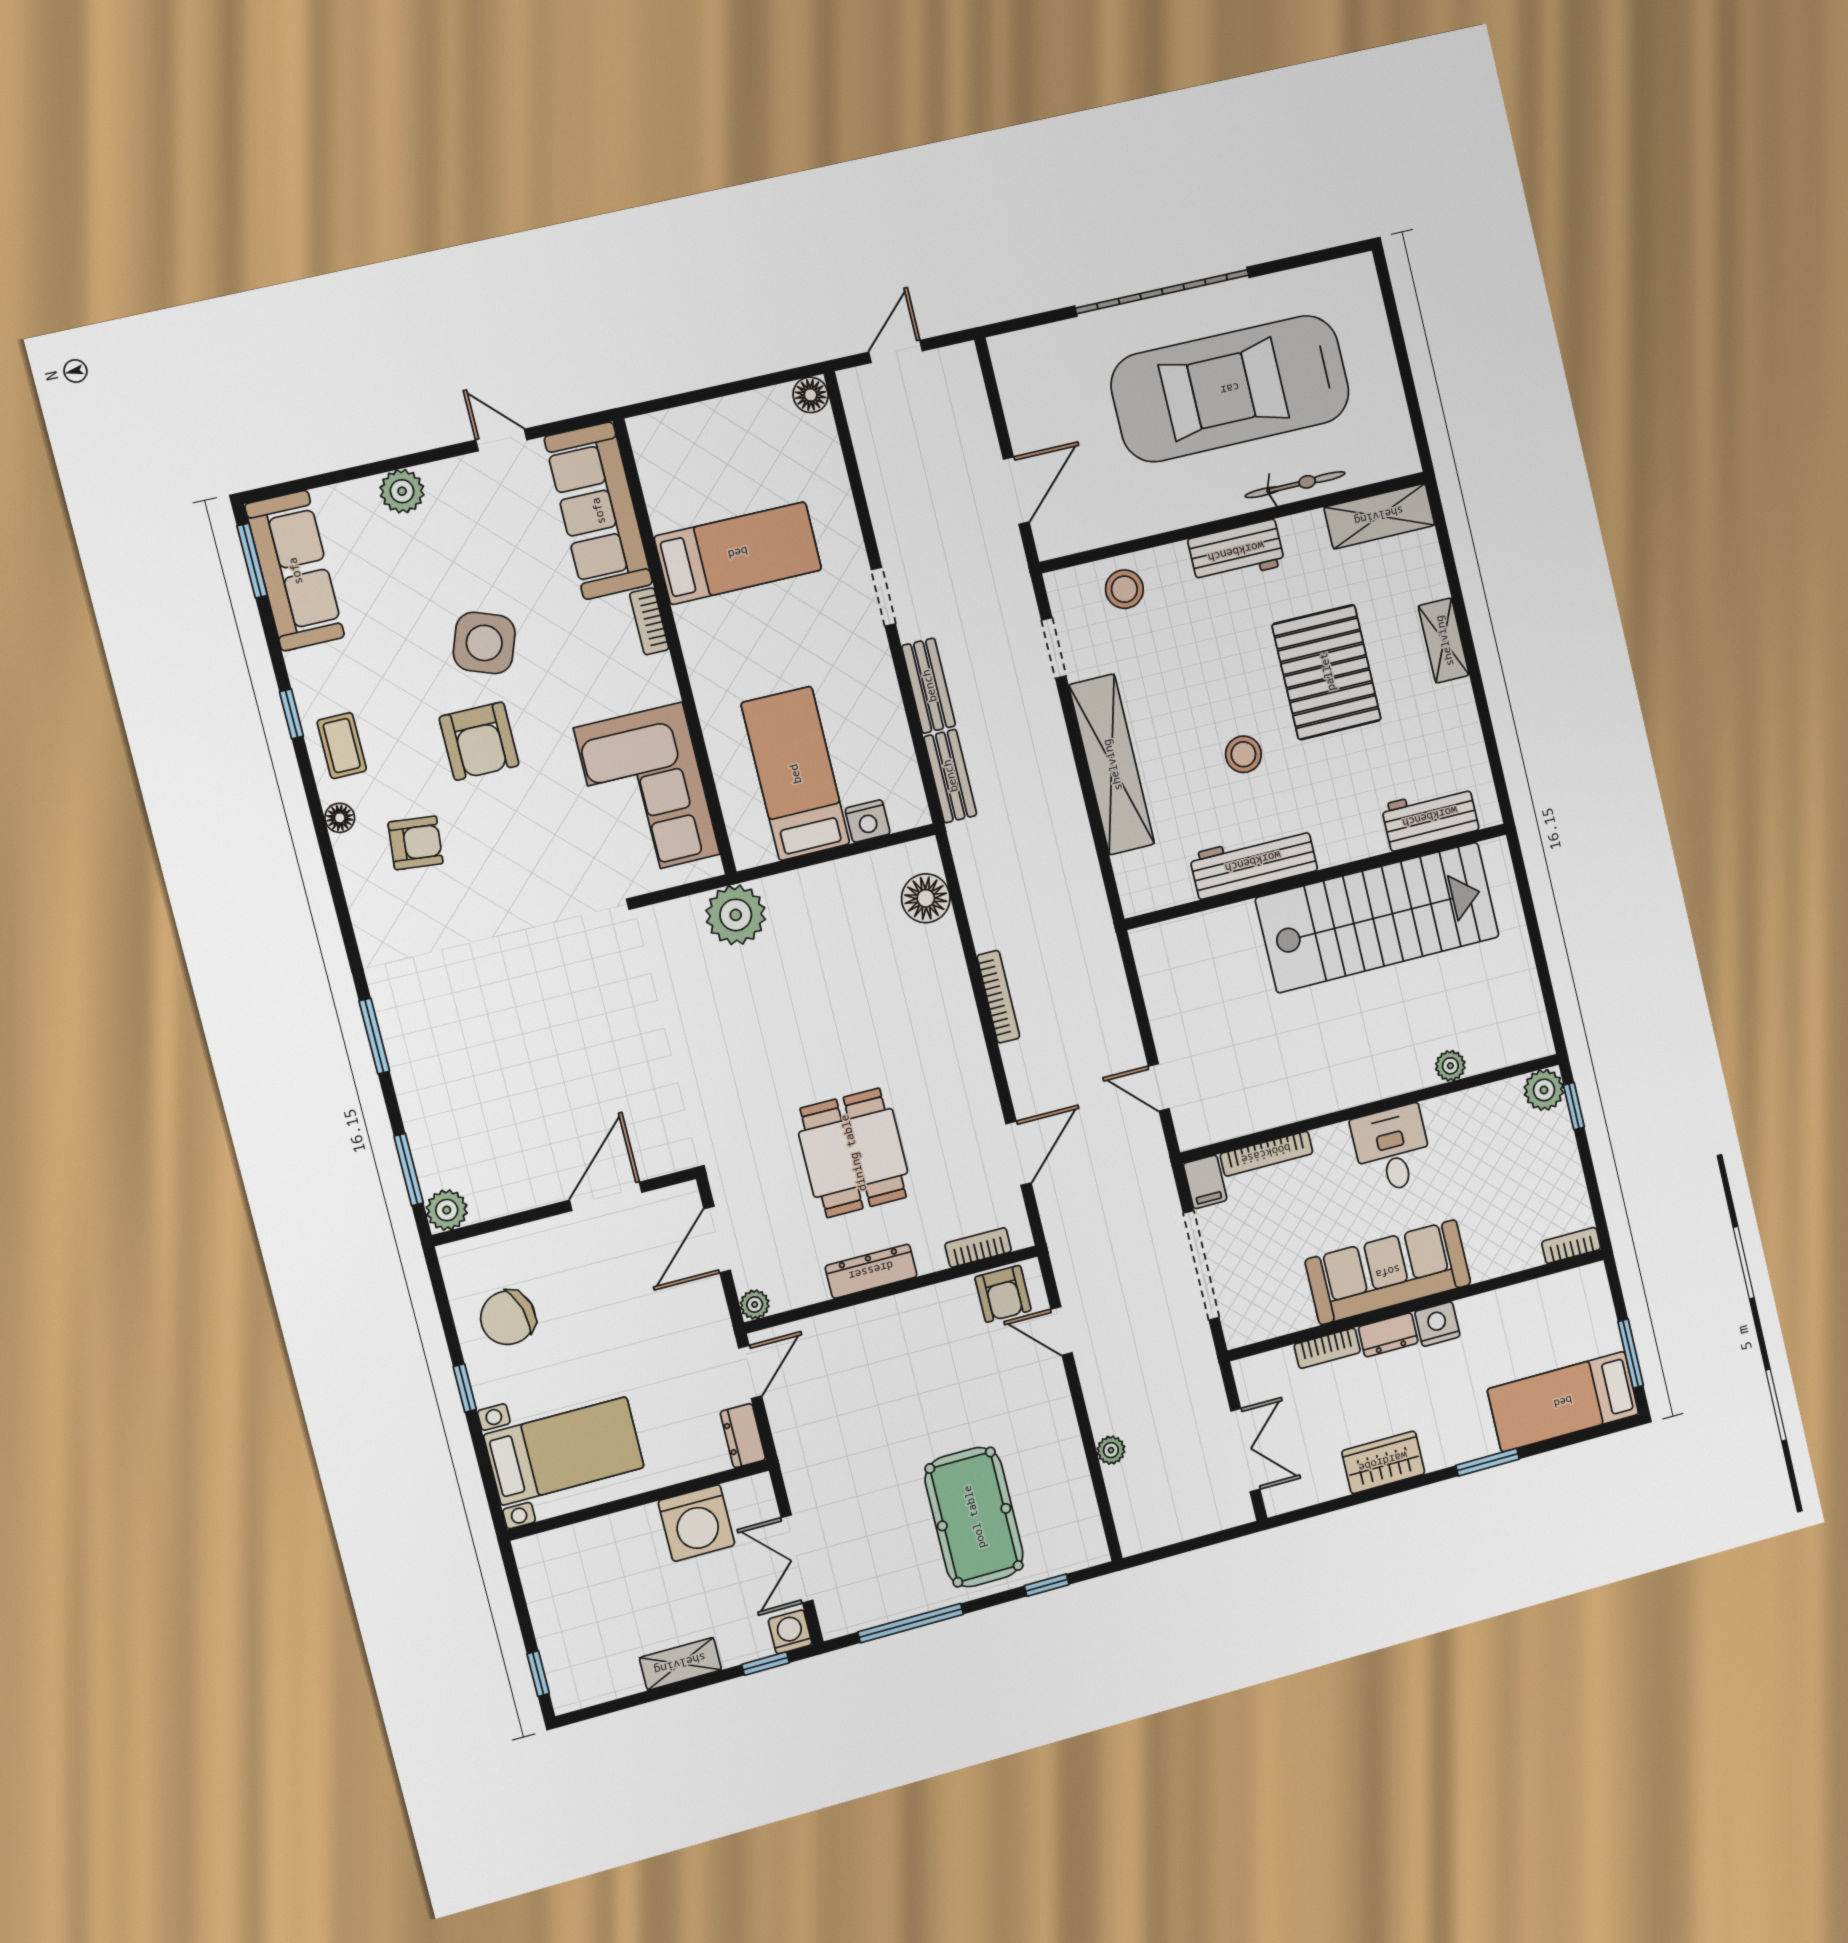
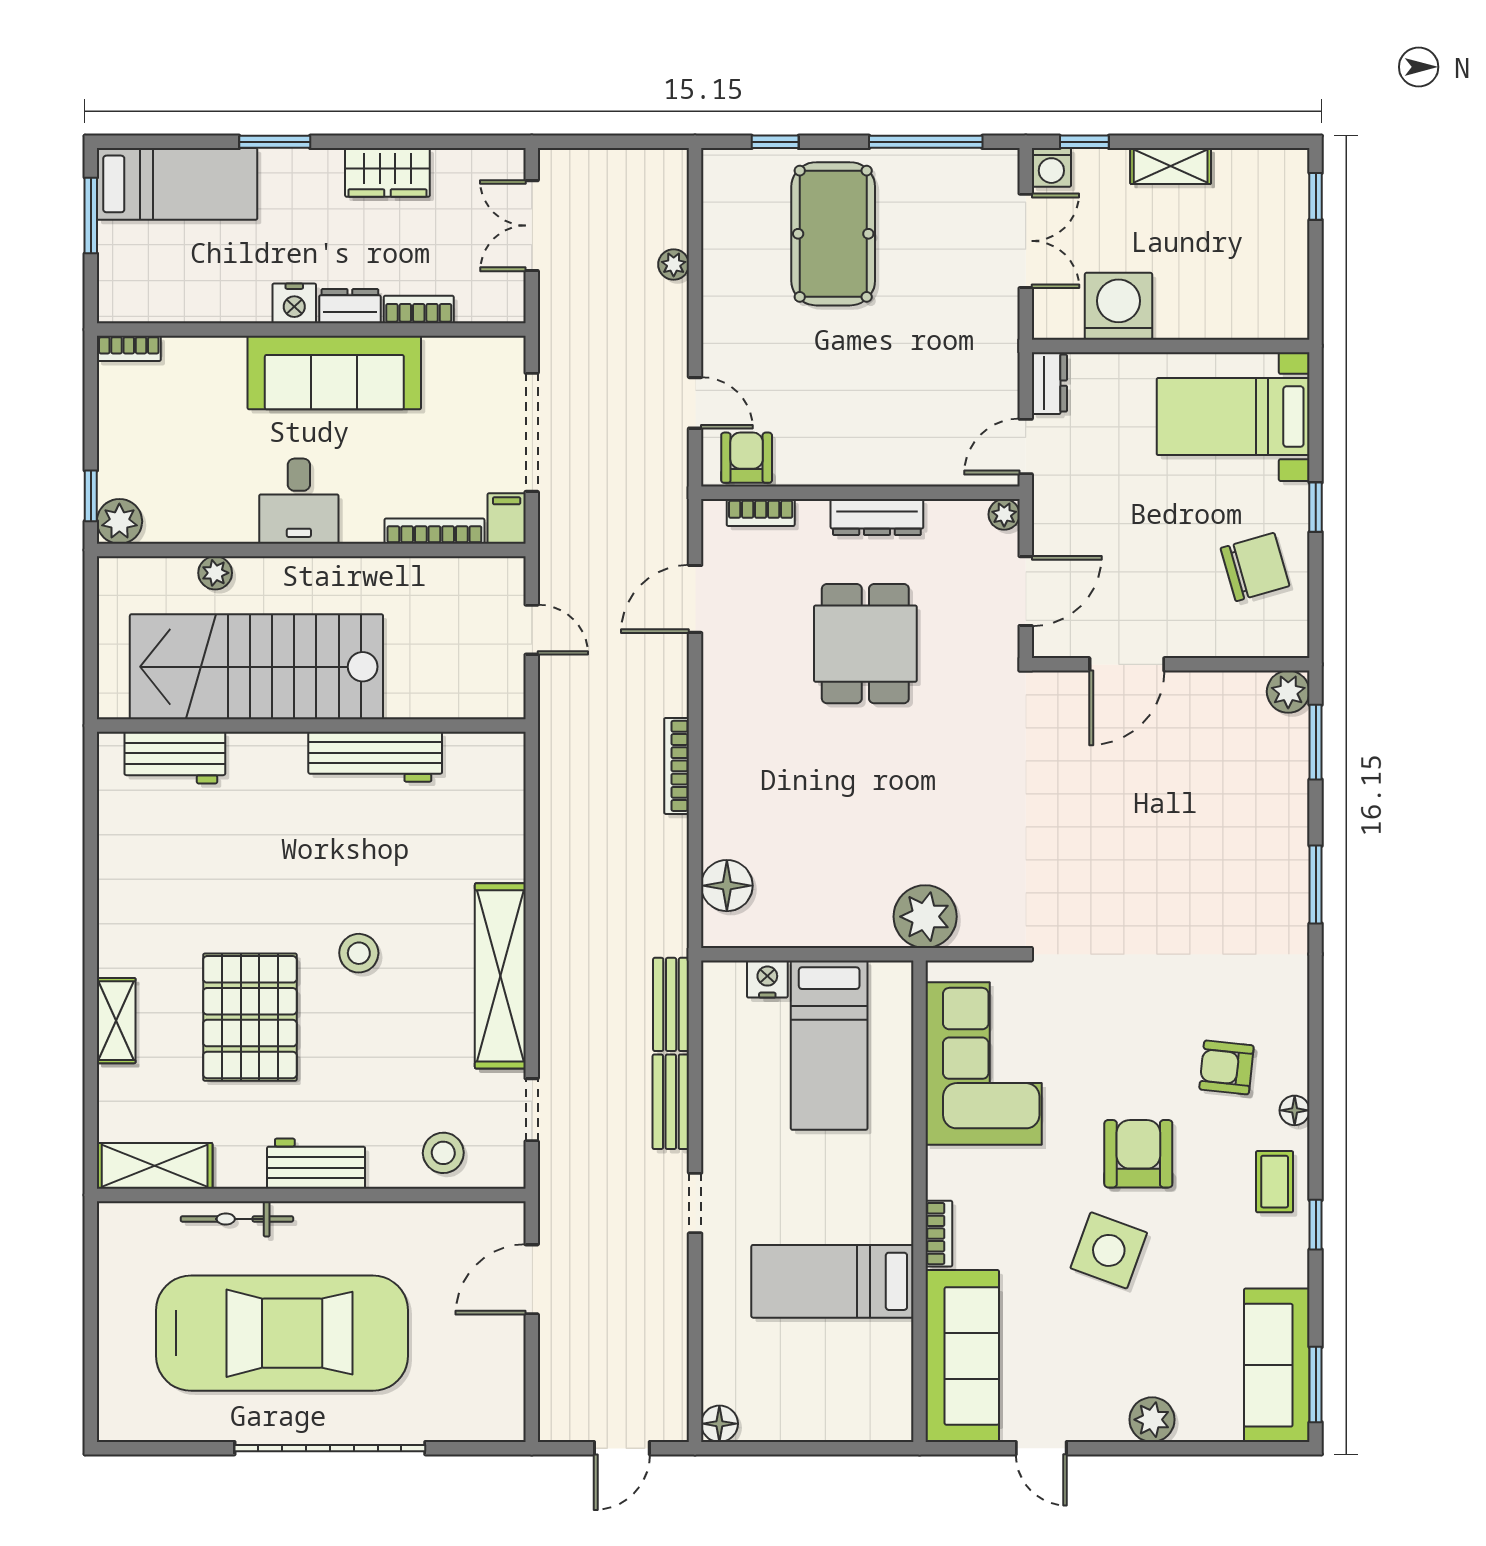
workbench: (1430, 817) -> (175, 758), moved
workbench: (1253, 862) -> (375, 757), moved
wall: (1317, 877) -> (311, 726), moved
stairs: (1378, 917) -> (256, 667), moved

